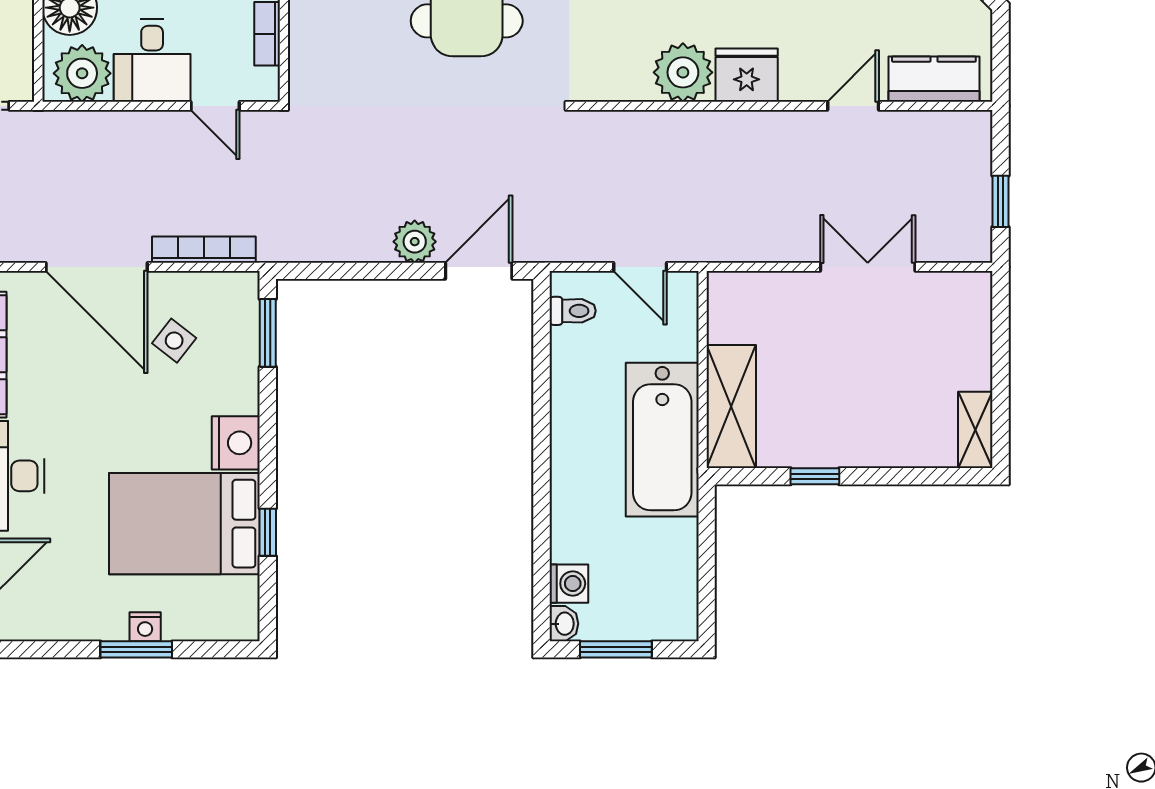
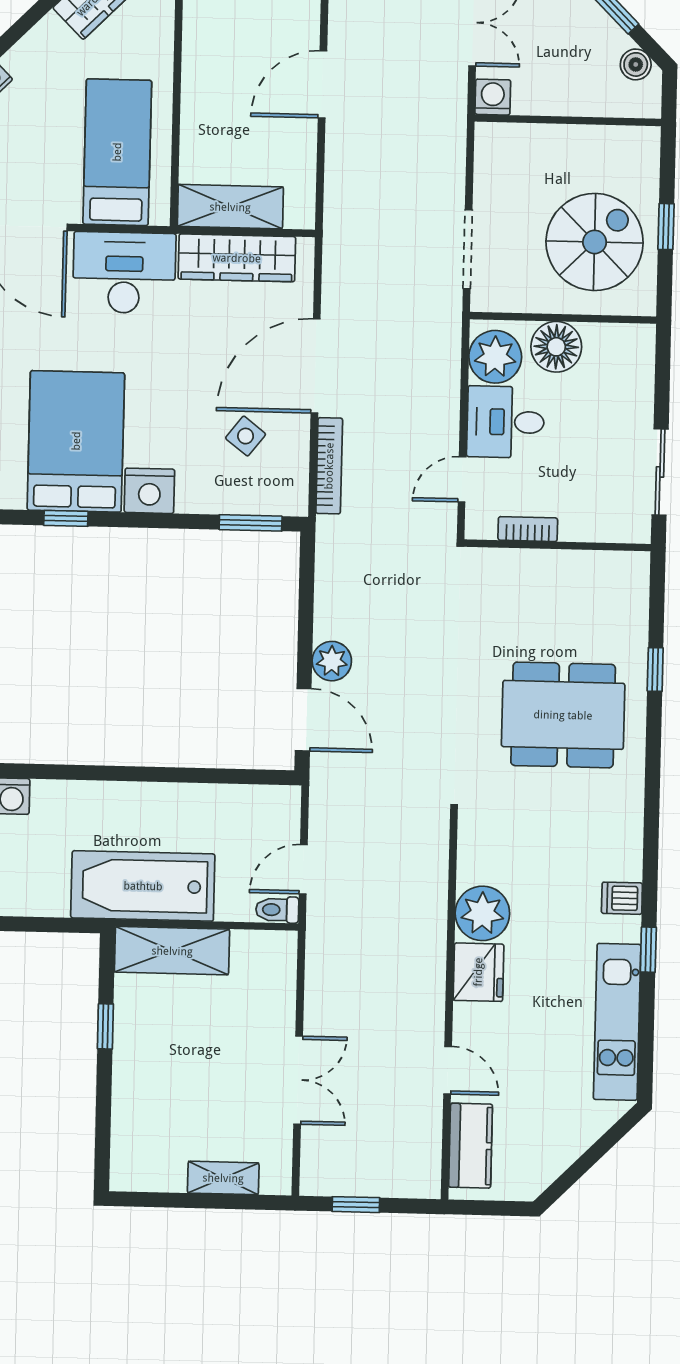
toilet: (573, 311) -> (277, 910), moved, turned 90
shelving: (975, 430) -> (223, 1178), moved

